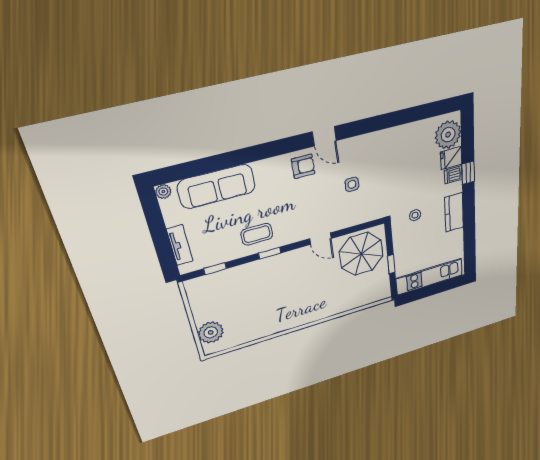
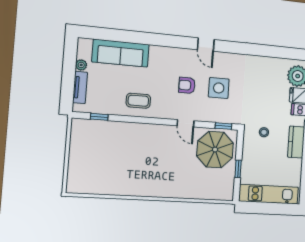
armchair: (303, 166) -> (187, 85), moved, turned 180
side table: (352, 184) -> (219, 88), width x1.87, depth x1.87
plant: (163, 192) -> (81, 65), moved
window: (270, 253) -> (223, 126), moved
plant: (211, 332) -> (78, 172), removed

